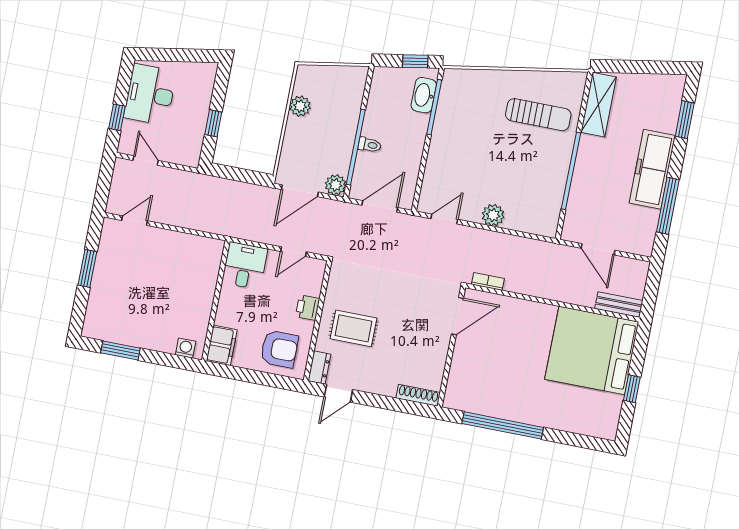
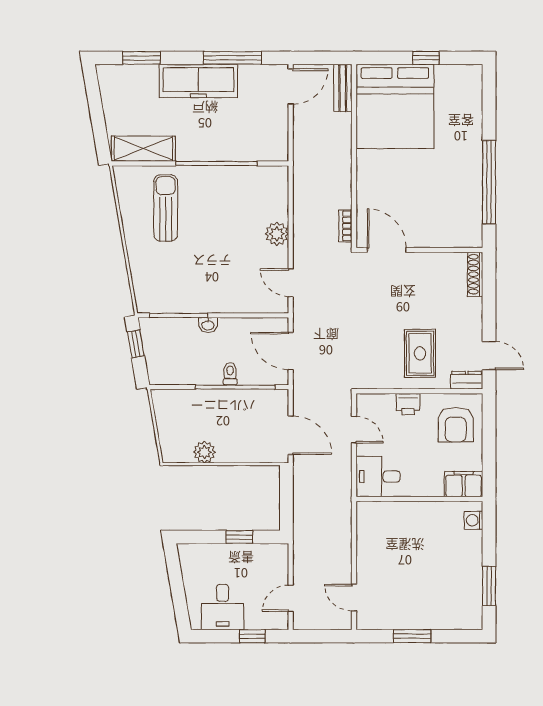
desk: (150, 94) -> (223, 607), width x0.73
washbasin: (424, 95) -> (208, 325), moved, width x0.52, depth x0.69
plant: (336, 185) -> (278, 400), removed
door: (598, 249) -> (291, 86), moved
armchair: (279, 349) -> (456, 425), turned 180

